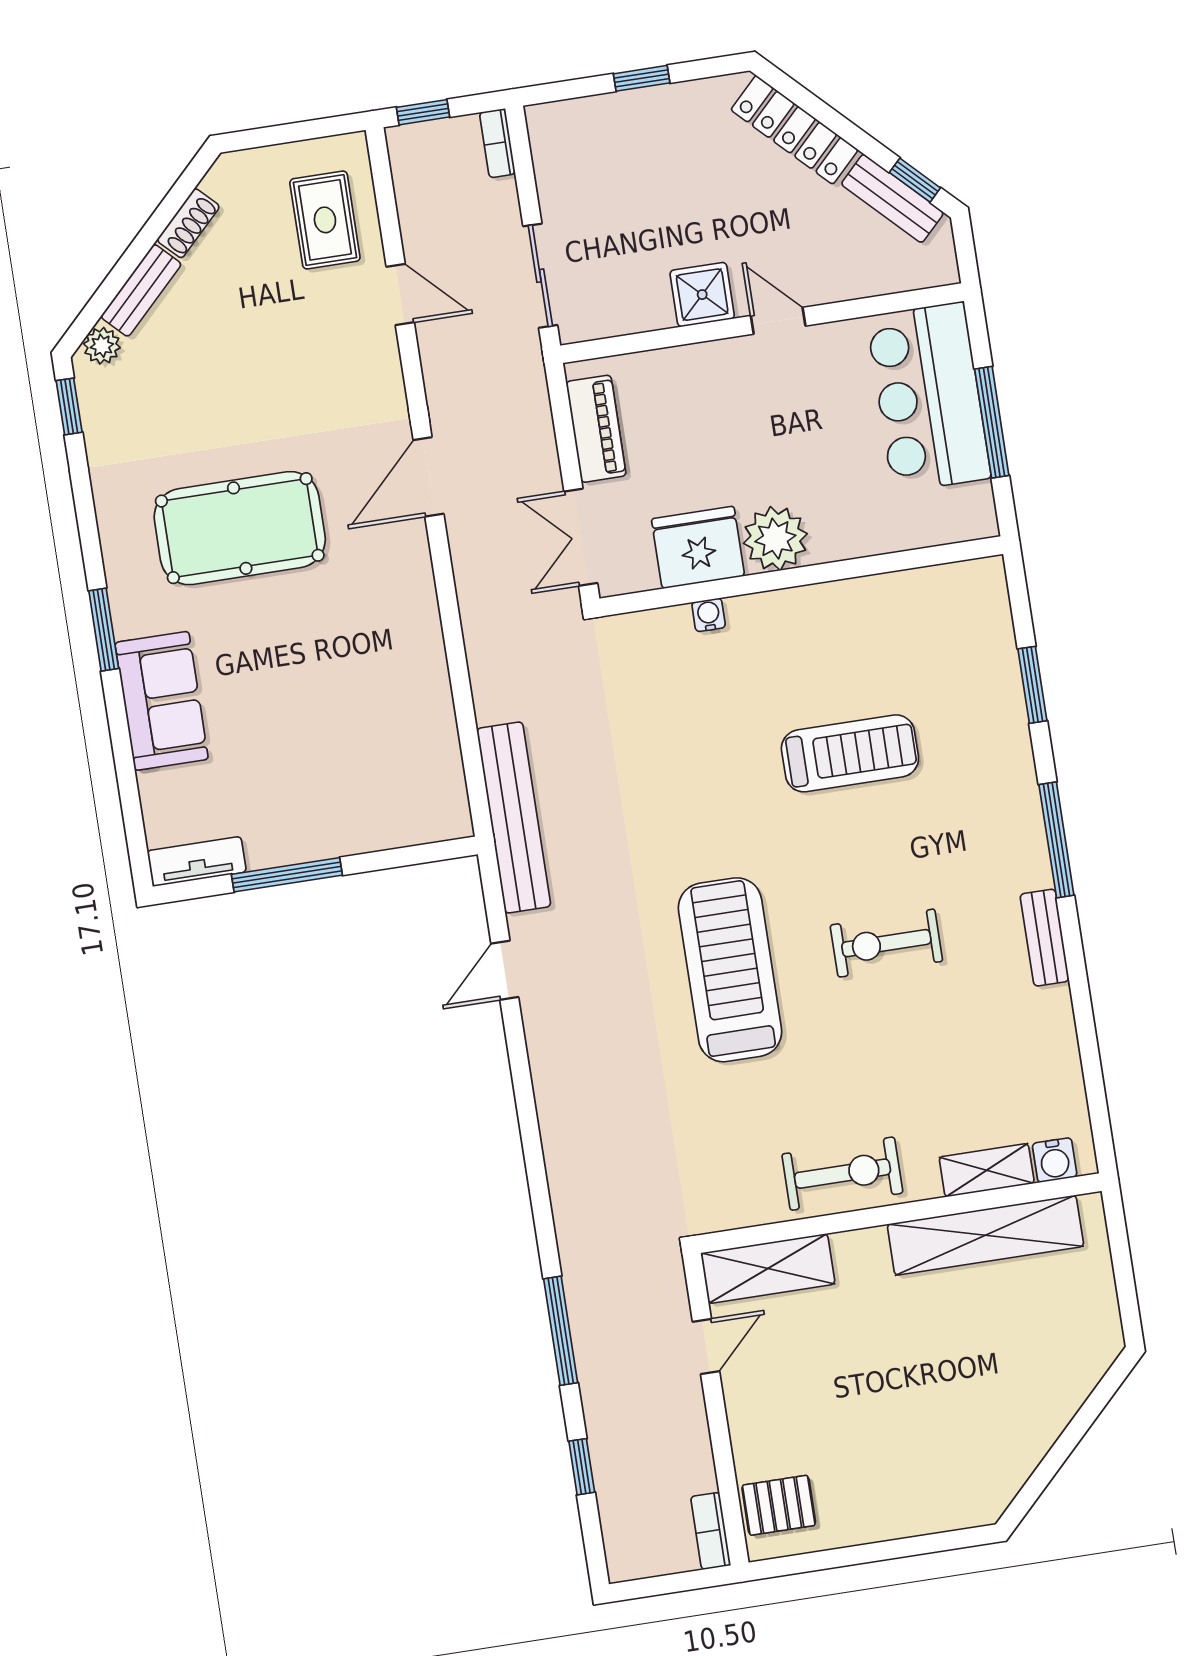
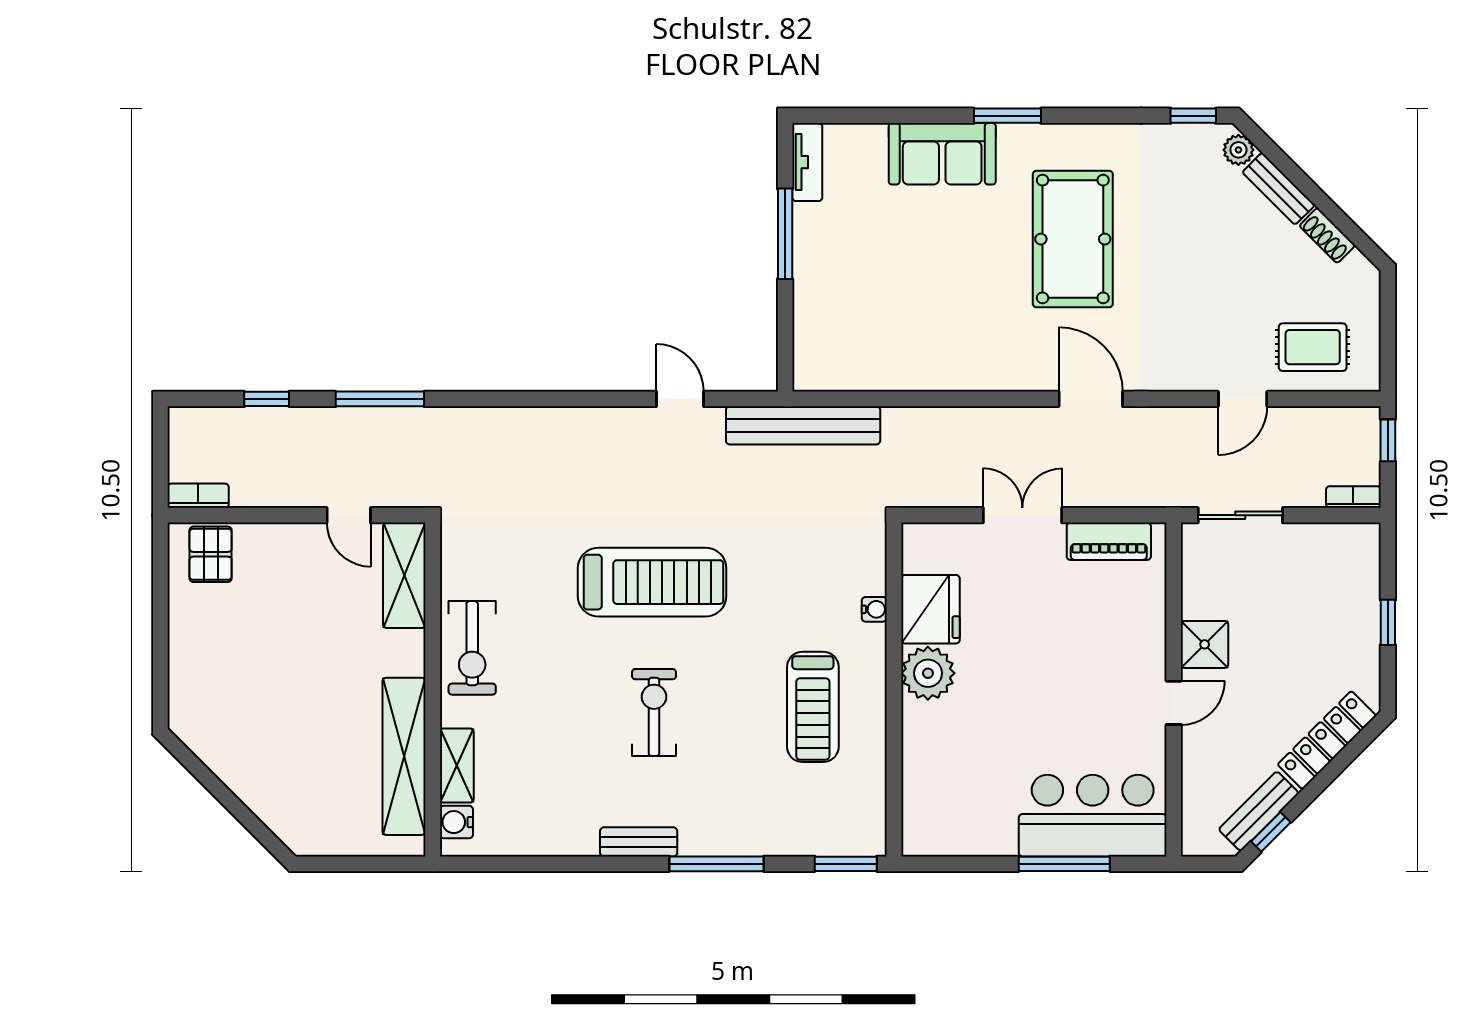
plant: (775, 539) -> (928, 673), moved
fridge: (698, 547) -> (930, 609), moved
wall: (801, 576) -> (894, 689), moved
water cooler: (709, 615) -> (874, 609), moved

